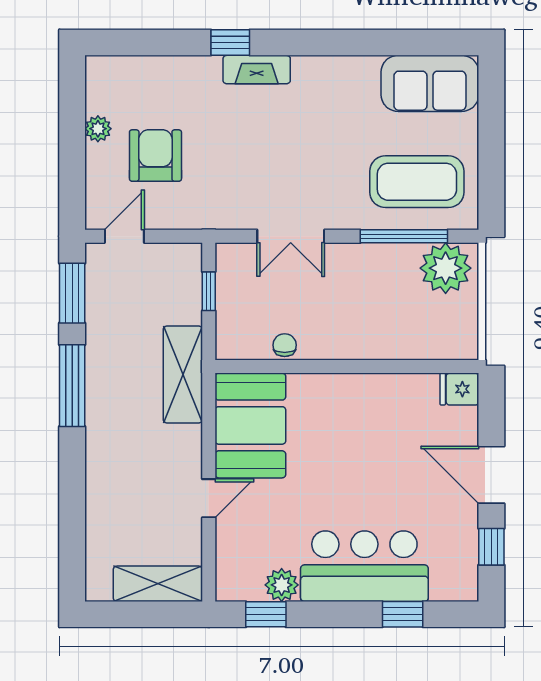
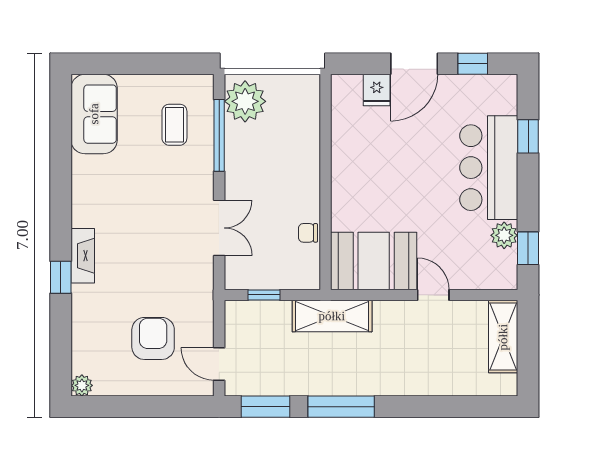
plant: (98, 129) -> (82, 385), moved
armchair: (155, 156) -> (153, 338), turned 90
coffee table: (417, 182) -> (174, 125), width x0.54, depth x0.58
fridge: (459, 389) -> (377, 90), moved

